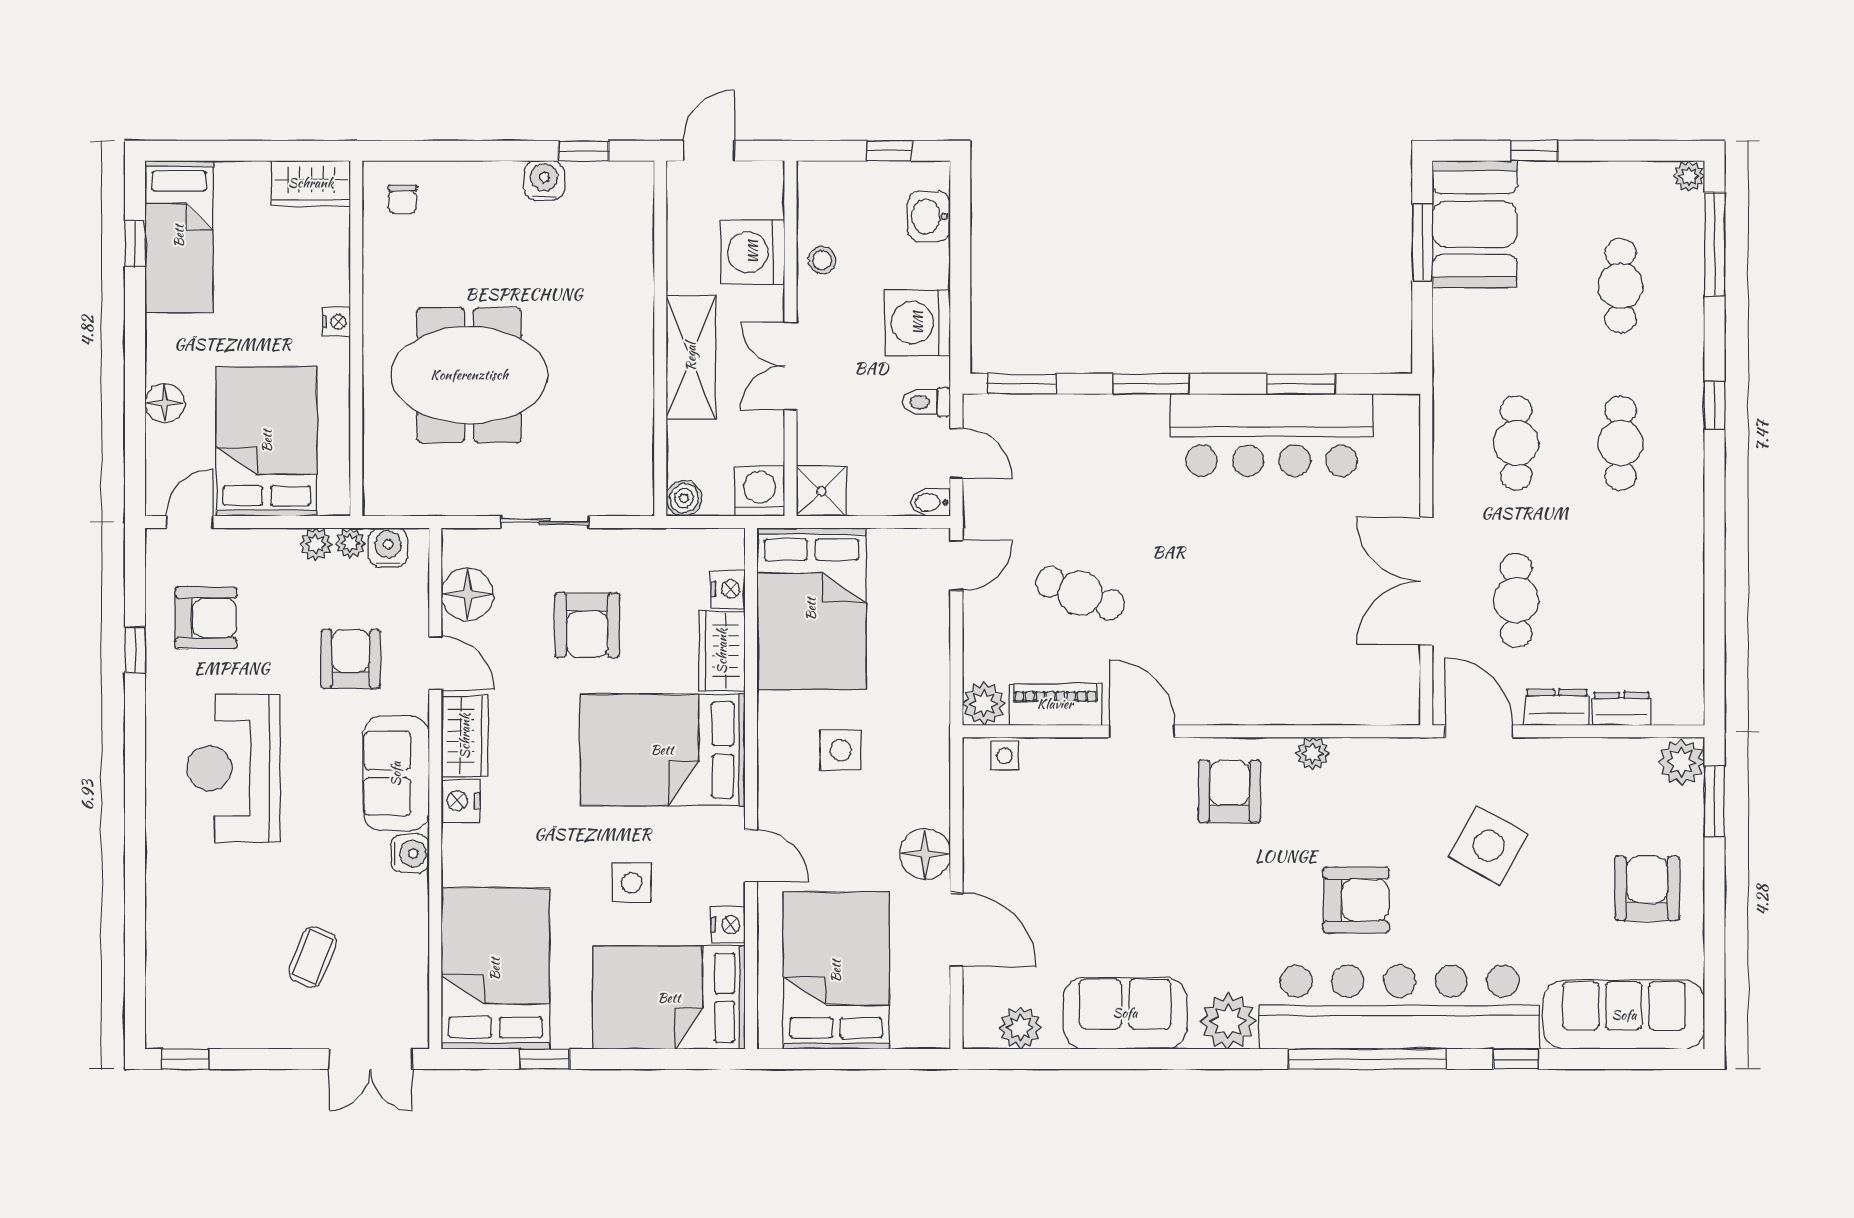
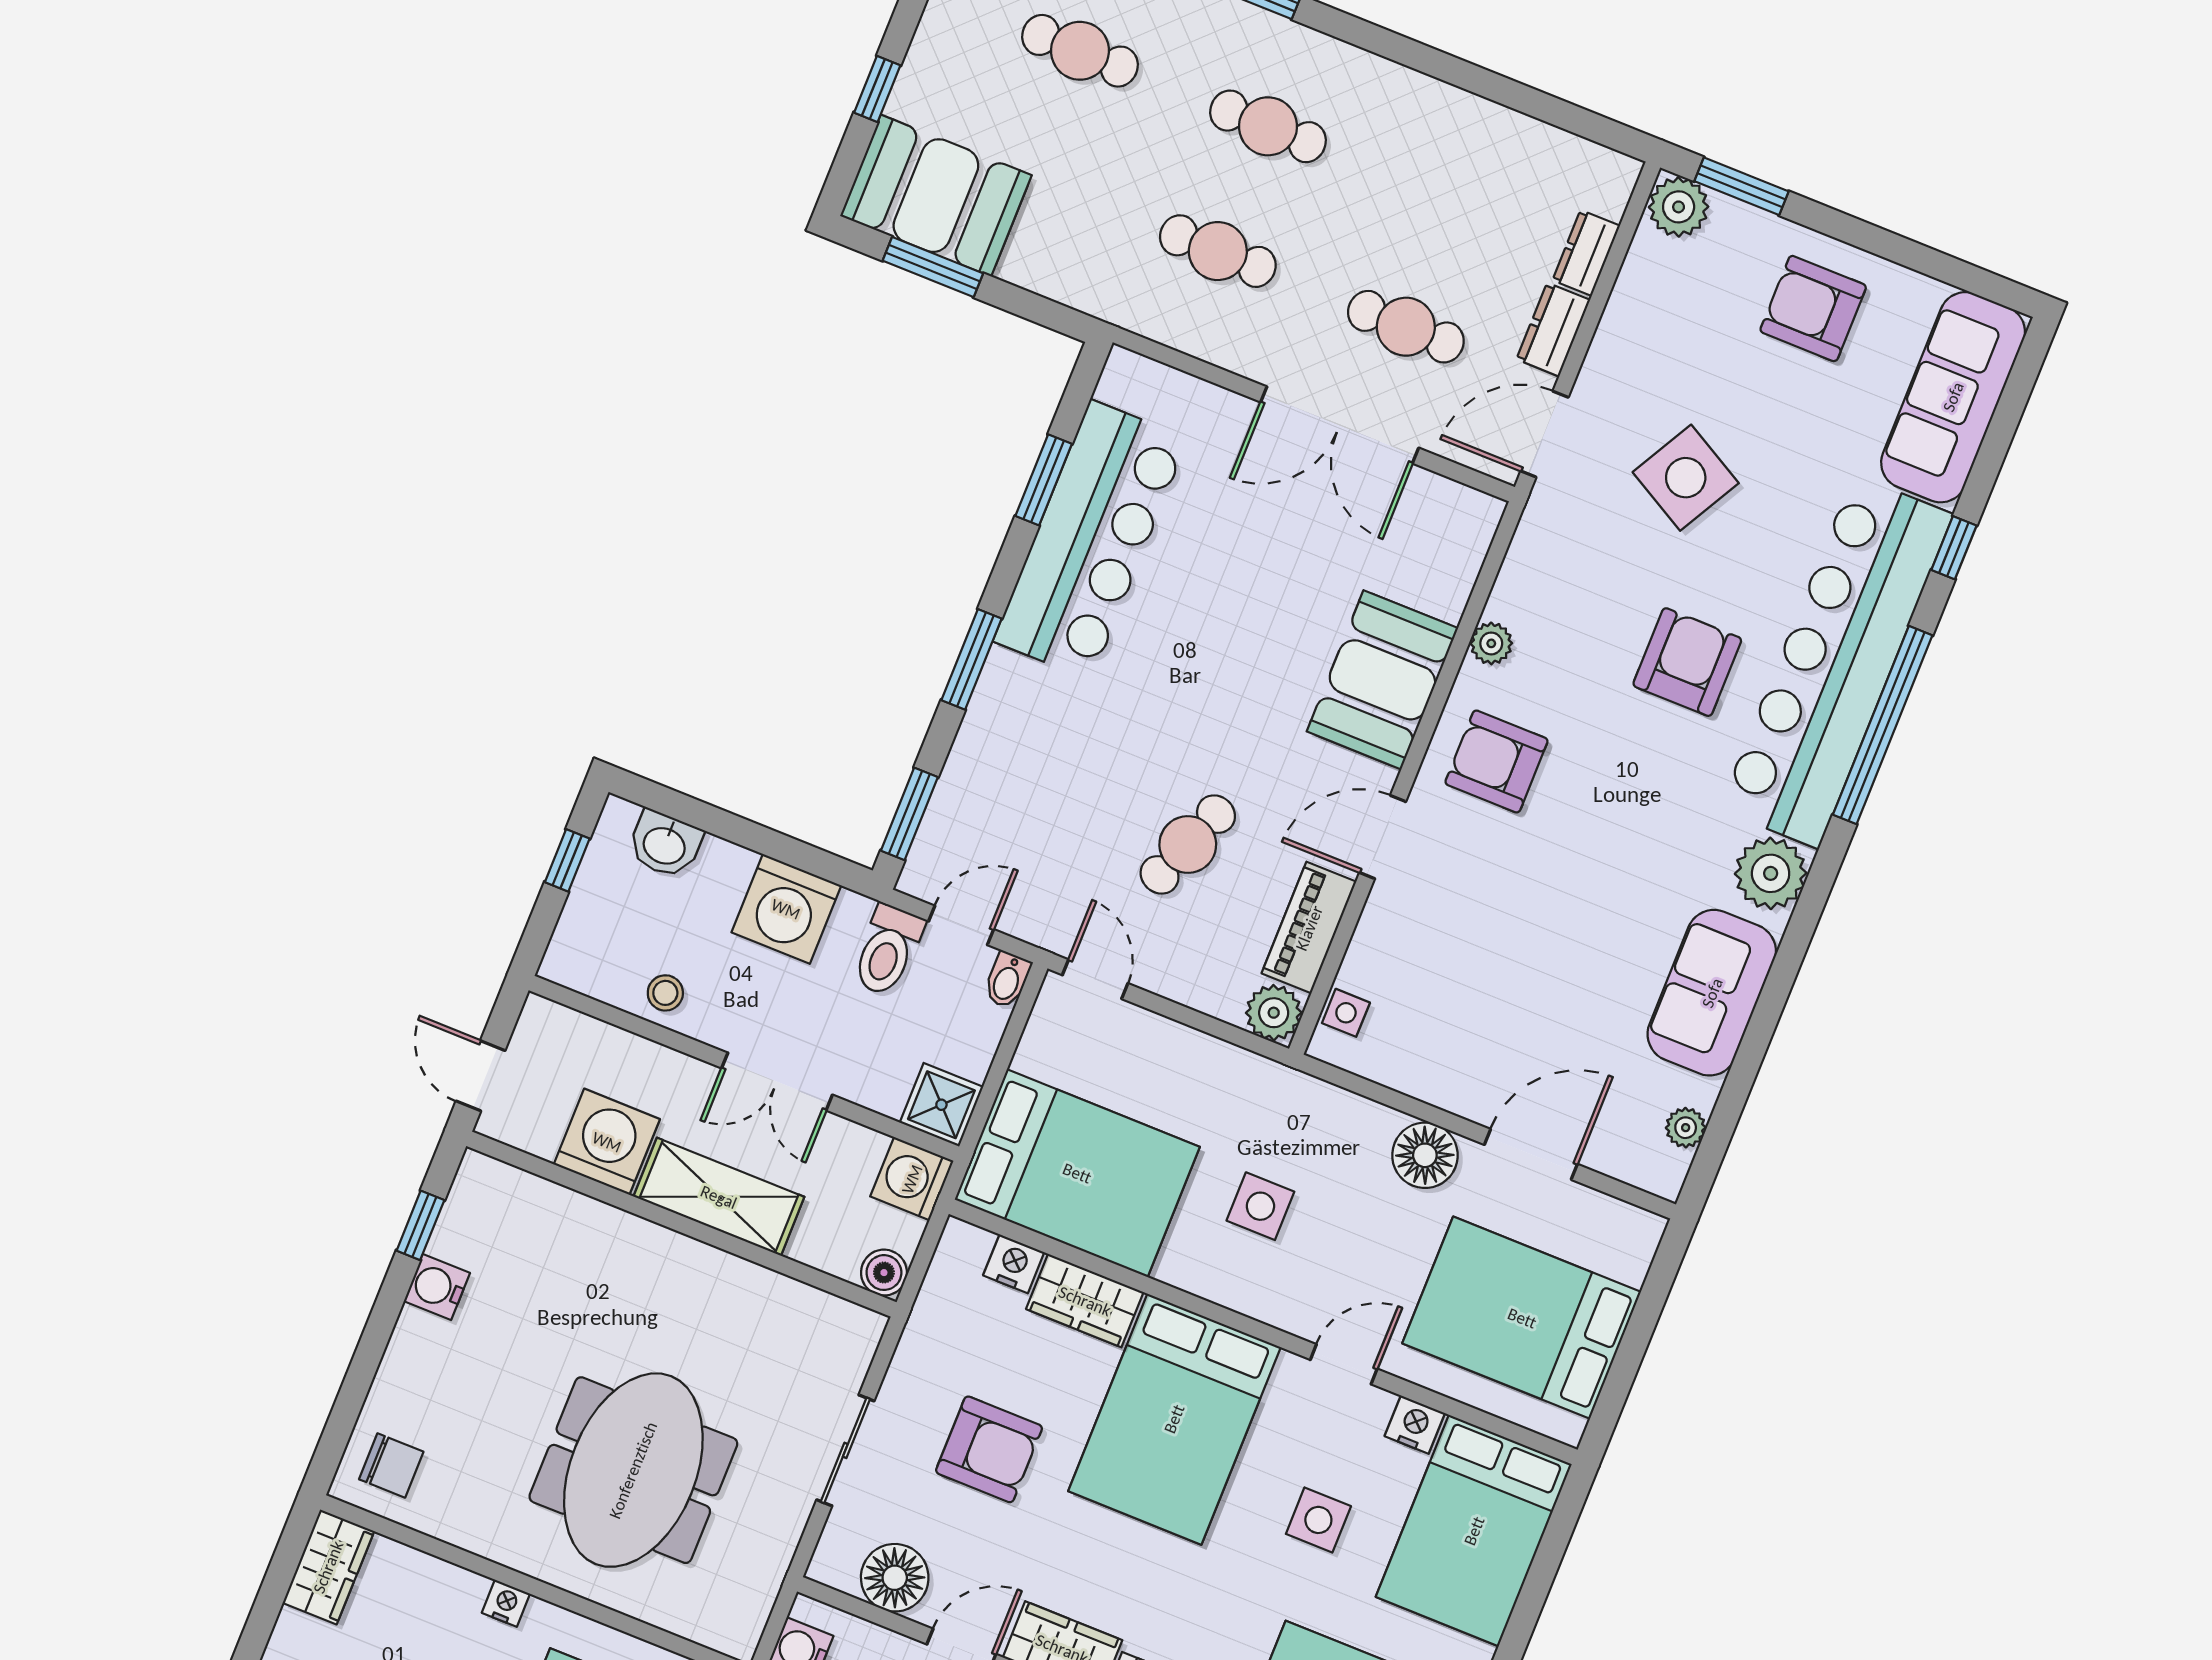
chair: (402, 199) -> (391, 1465), width x1.37, depth x1.37
washing machine: (753, 252) -> (607, 1142), moved, turned 180
toilet: (926, 402) -> (888, 950), width x1.37, depth x1.39
booth: (1255, 686) -> (1382, 680), added
plant: (1020, 1028) -> (1686, 1128), width x0.73, depth x0.73

